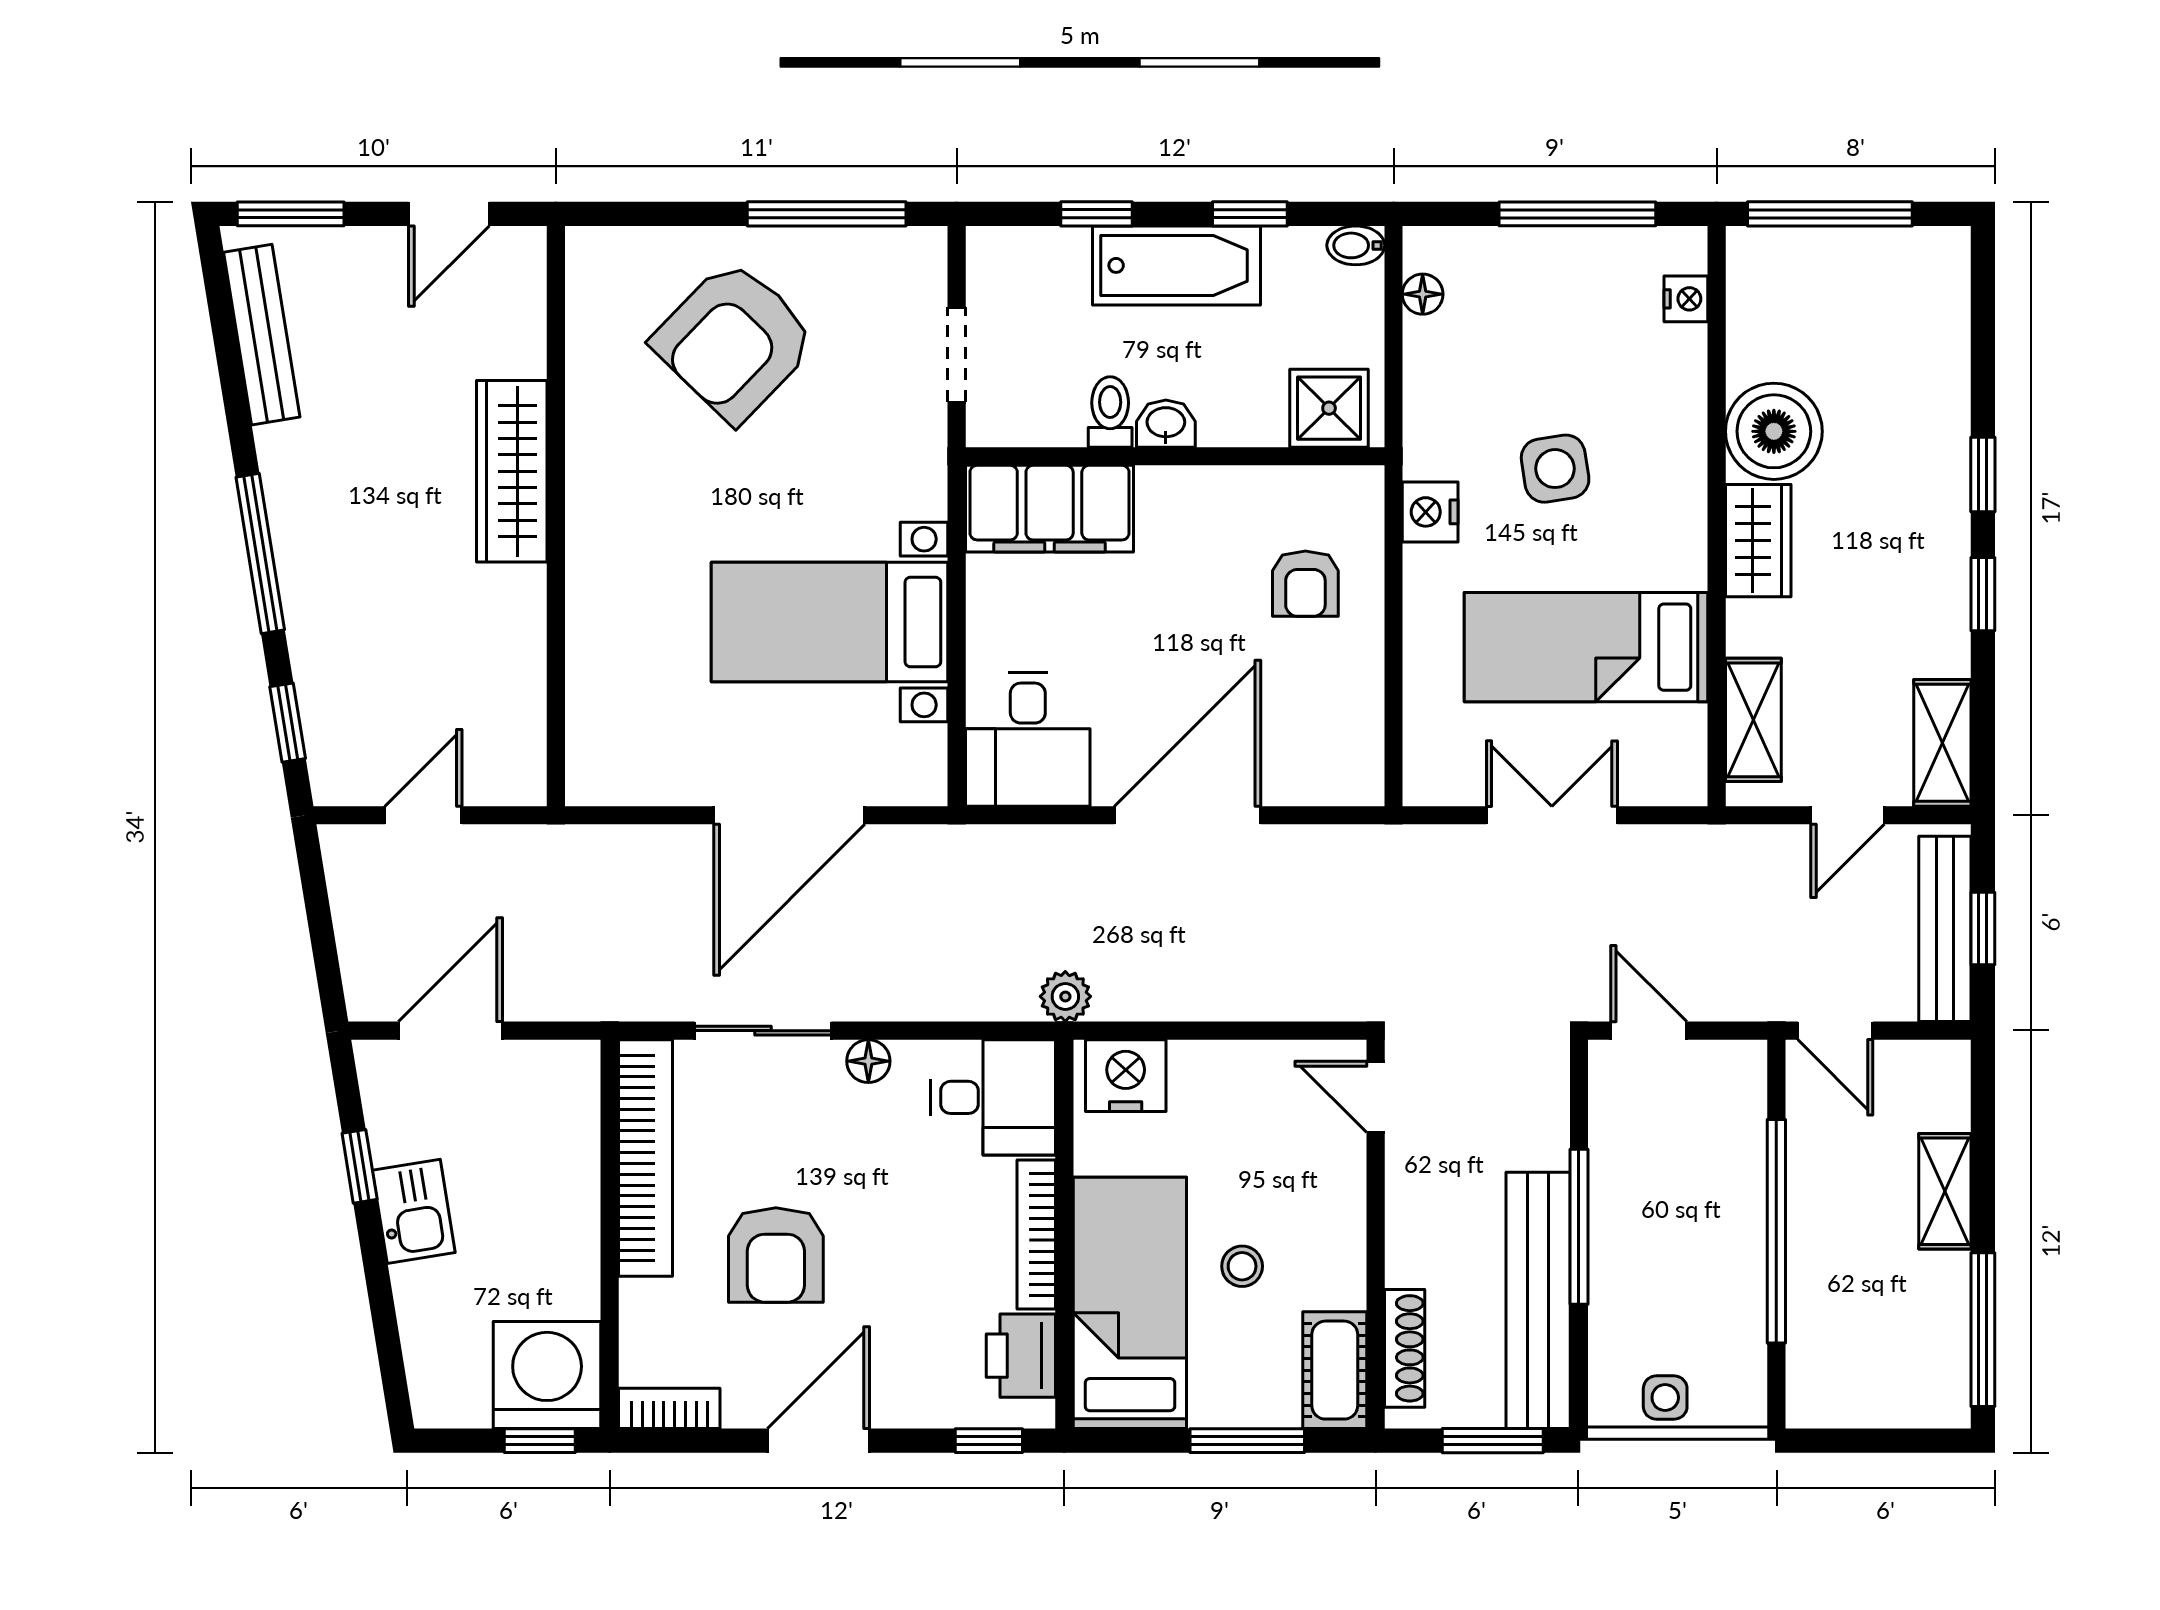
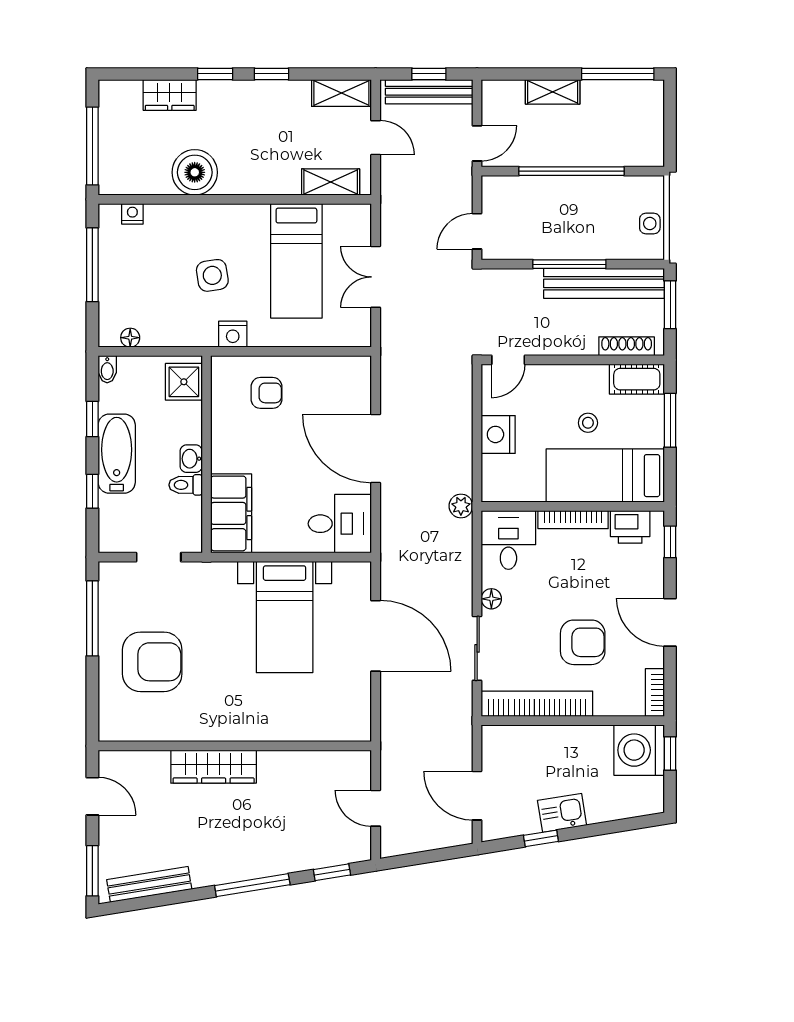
armchair: (734, 341) -> (152, 662), turned -44
wardrobe: (1758, 541) -> (170, 95), moved, turned 180
nightstand: (1126, 1076) -> (498, 434), moved

